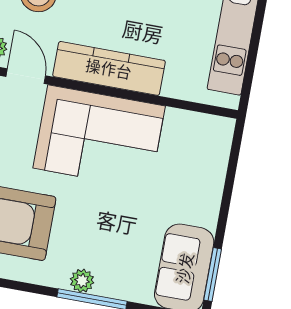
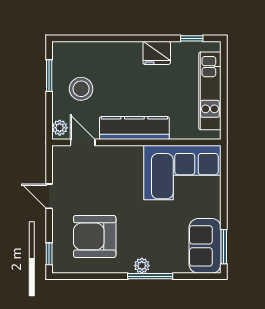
corner sofa: (99, 137) -> (182, 173), moved

